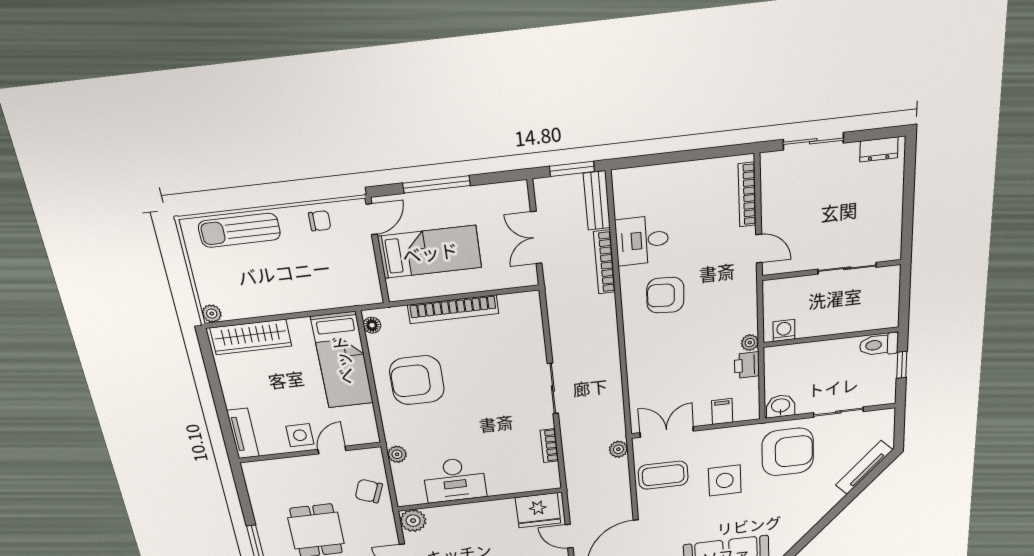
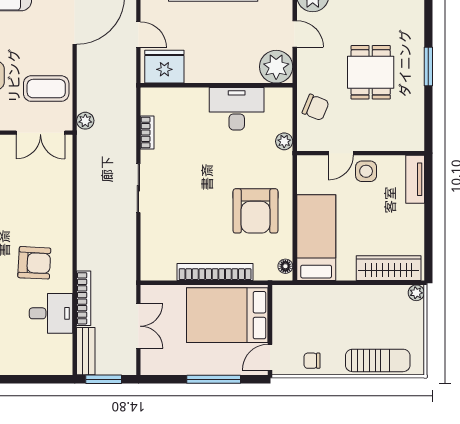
bed: (430, 252) -> (227, 315), width x1.50
armchair: (417, 380) -> (256, 211), turned 90
plant: (413, 521) -> (276, 67), width x1.36, depth x1.36

